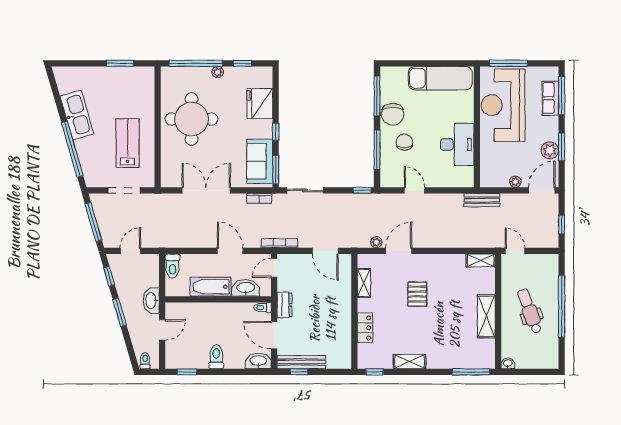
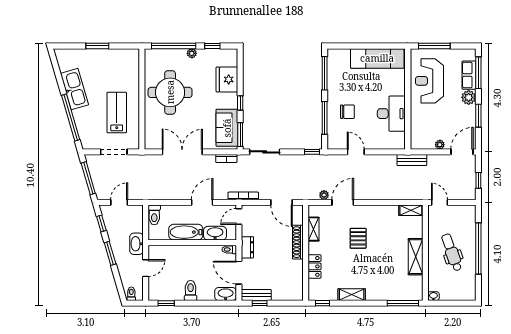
window: (120, 63) -> (97, 46), moved
reception desk: (503, 105) -> (430, 81), width x0.74, depth x0.77
chair: (393, 114) -> (338, 88), removed
chair: (404, 142) -> (347, 112), turned 90
plant: (550, 150) -> (469, 97), moved
door: (230, 251) -> (202, 202), hinge flipped
shoe rack: (345, 299) -> (298, 242), added
bench: (301, 362) -> (256, 295), width x0.73

